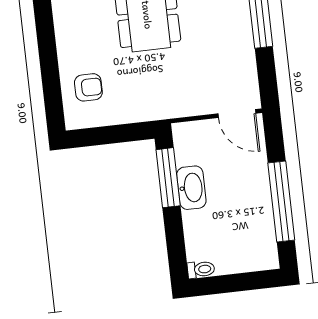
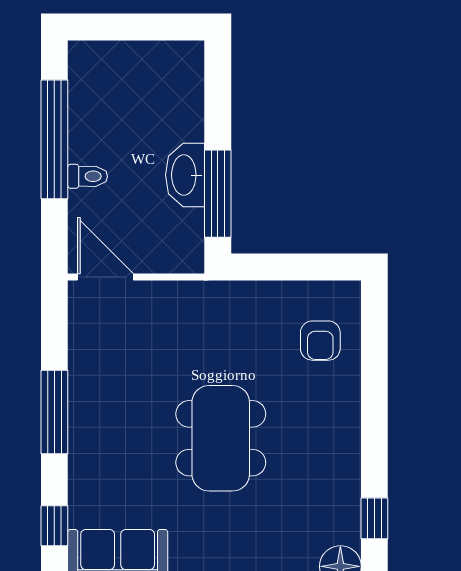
armchair: (88, 87) -> (320, 341), turned -90
toilet: (201, 269) -> (88, 176), moved, turned 180

